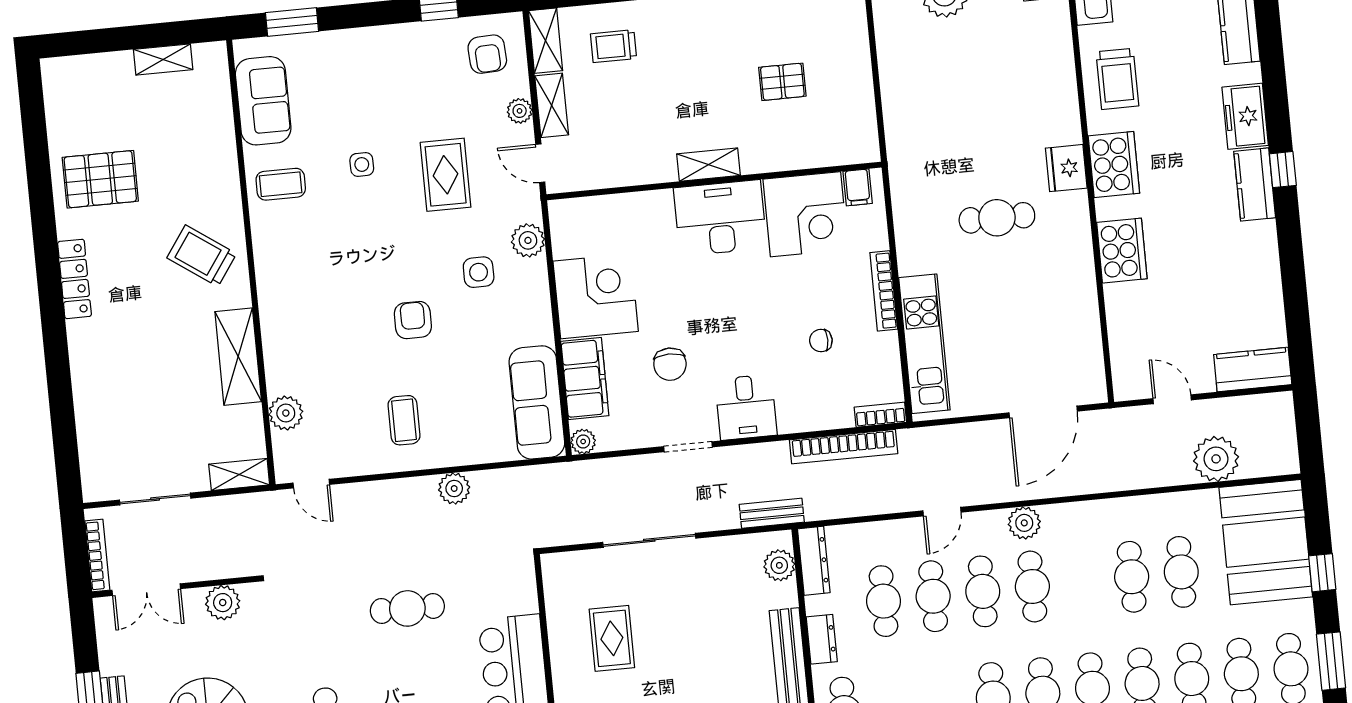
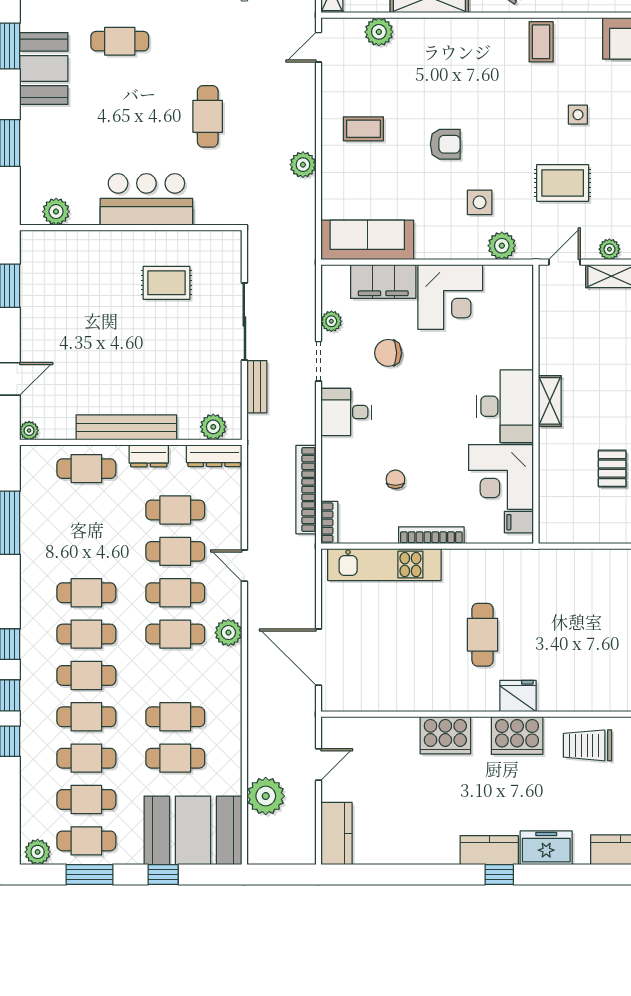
coffee table: (281, 184) -> (541, 42), moved
plant: (583, 441) -> (331, 321), moved
bench: (772, 513) -> (257, 387), moved

